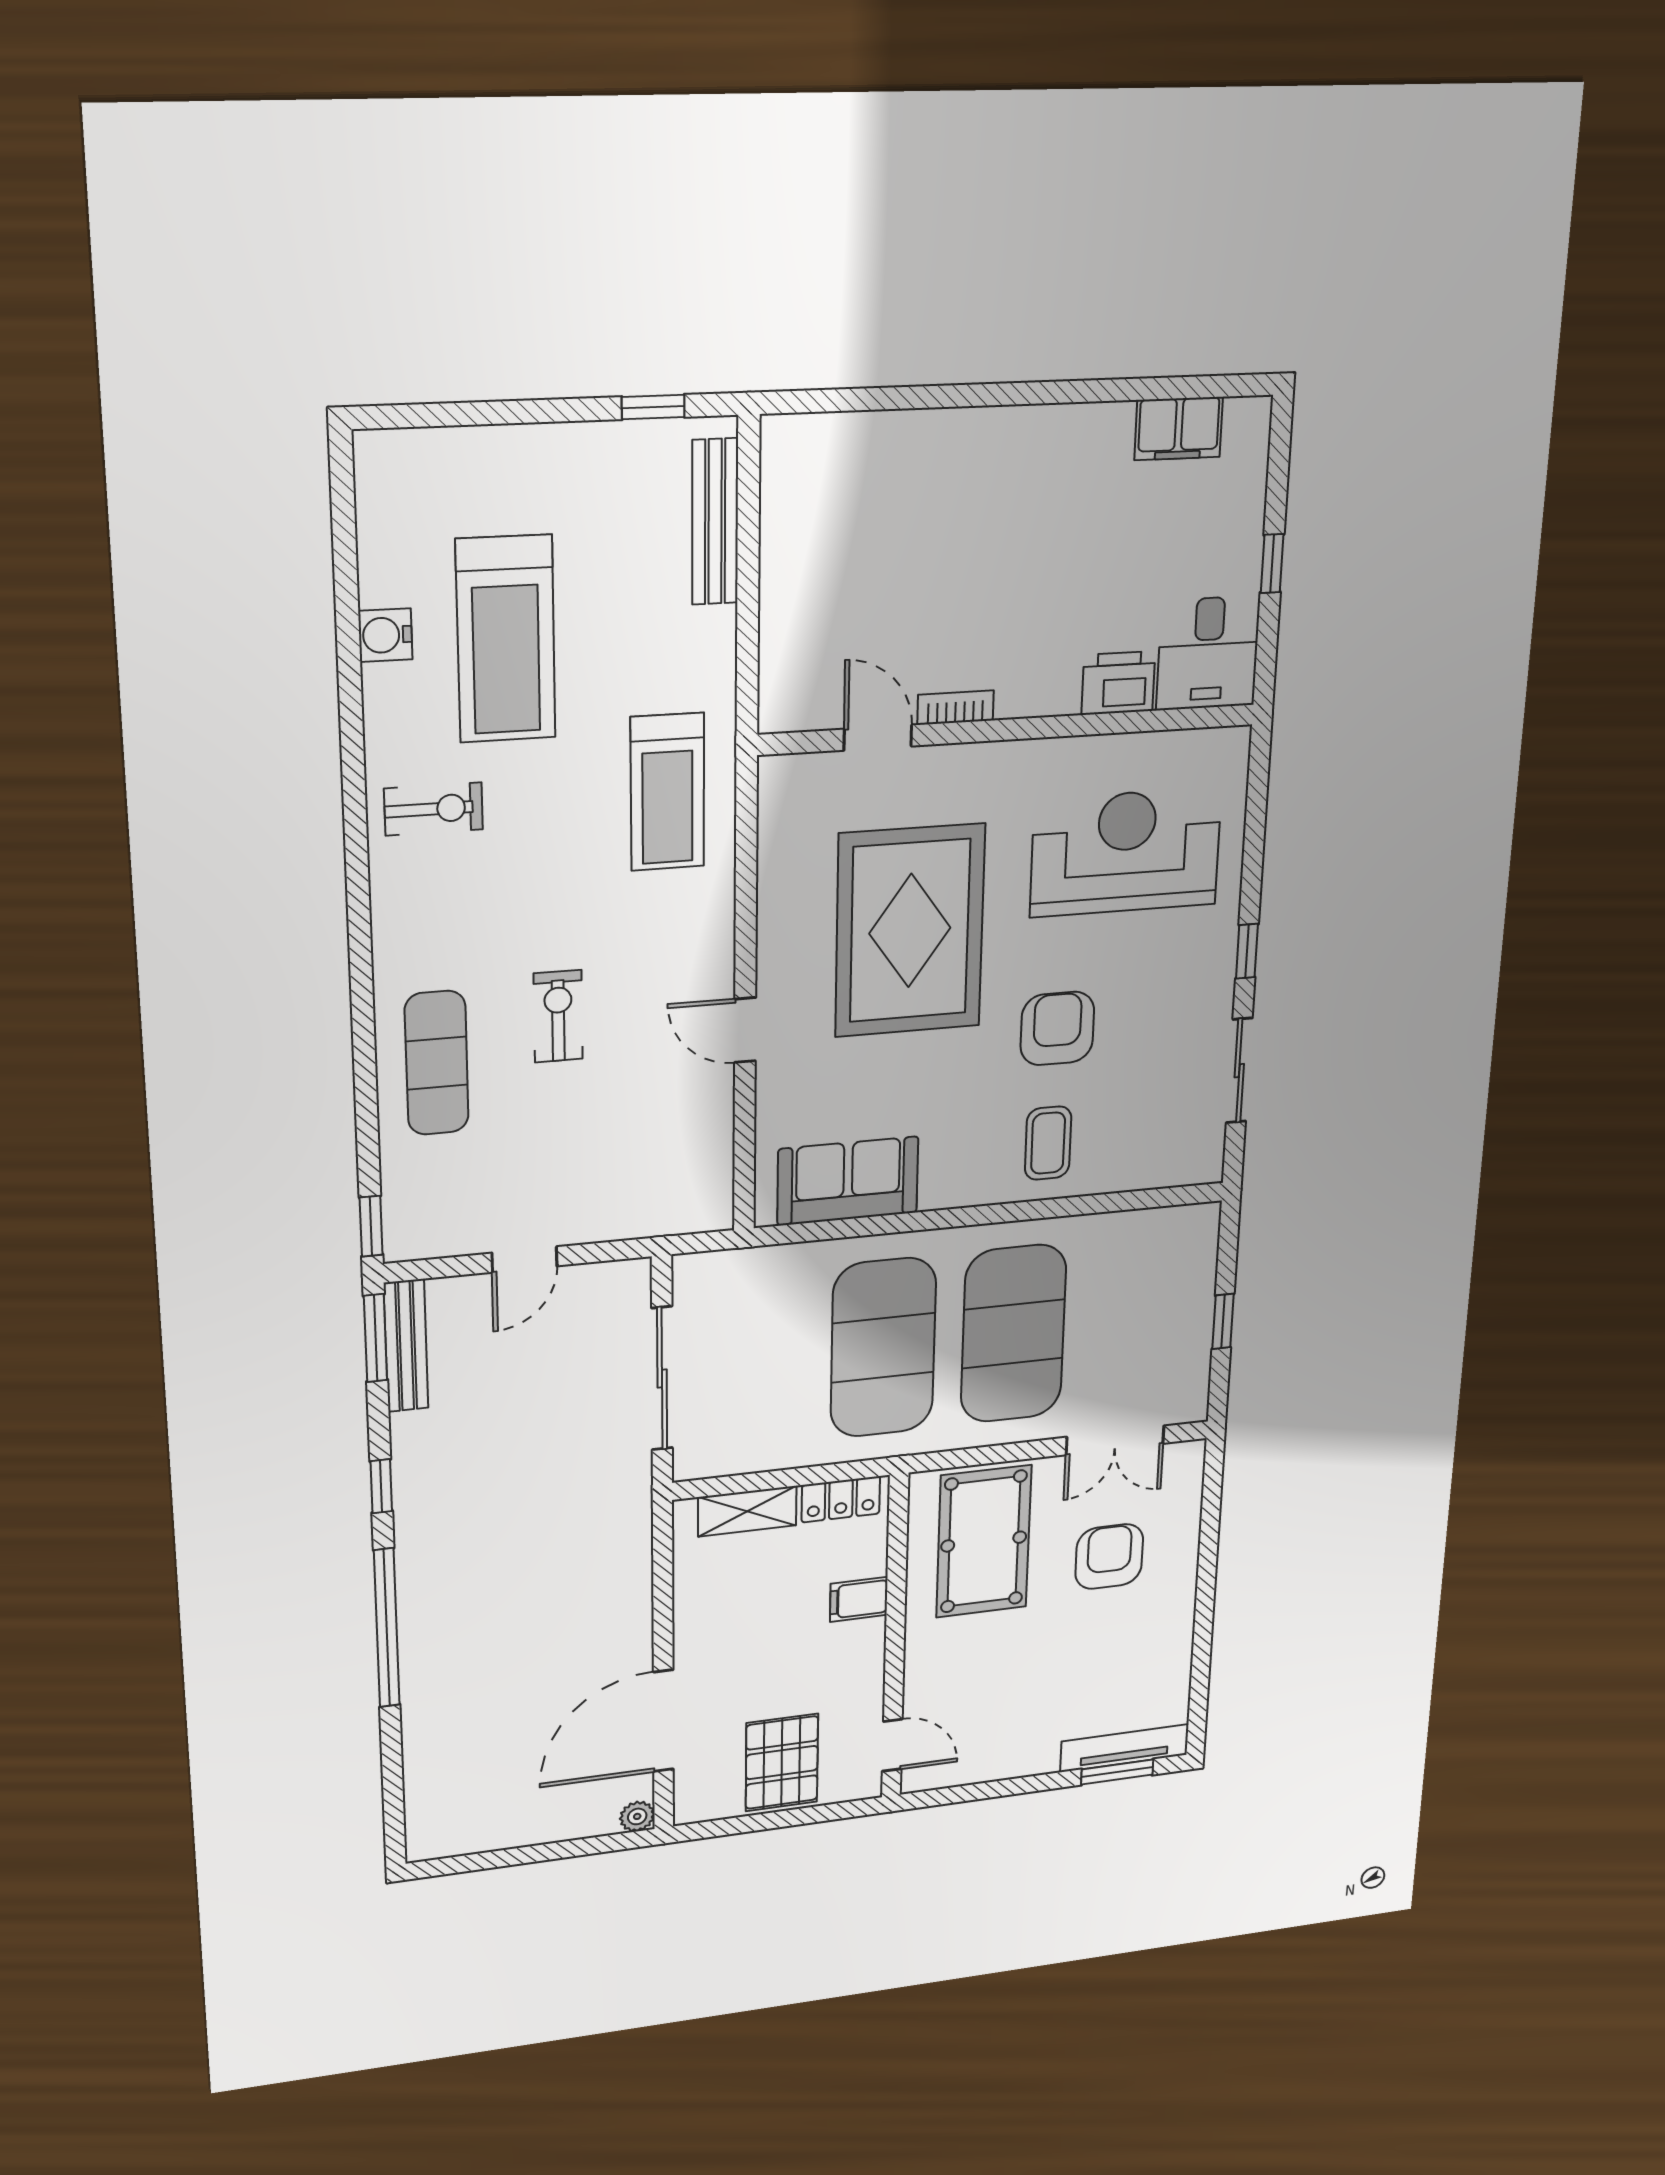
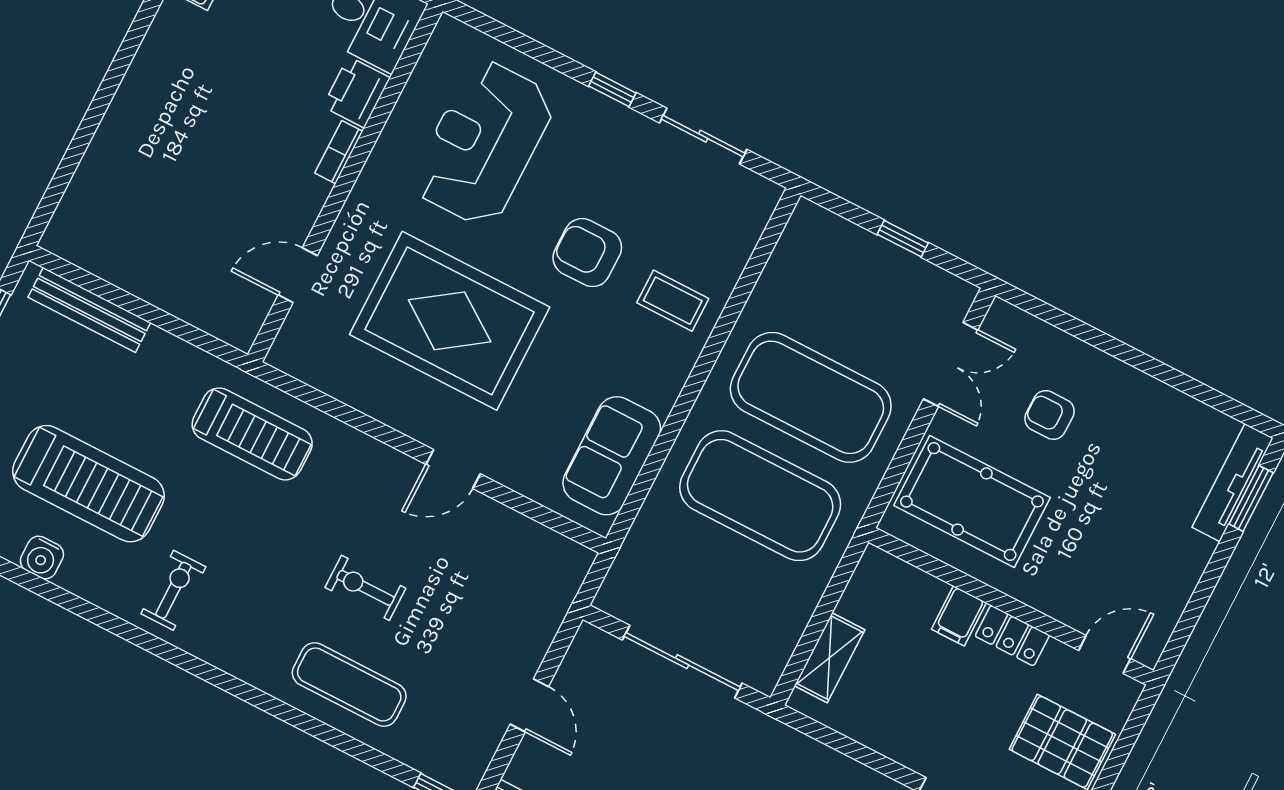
bookcase: (956, 708) -> (339, 152), moved
locker: (841, 1499) -> (1012, 636), moved, turned 90
armchair: (1109, 1557) -> (1049, 415), width x0.72, depth x0.72

